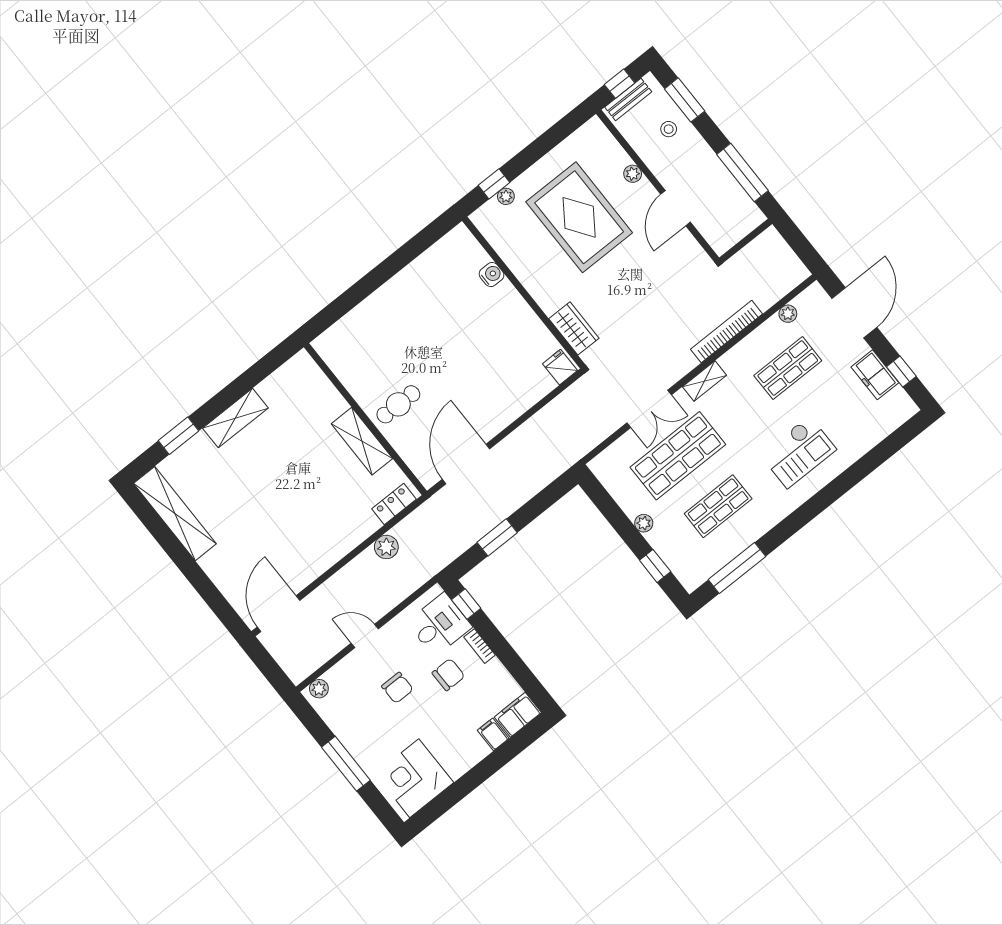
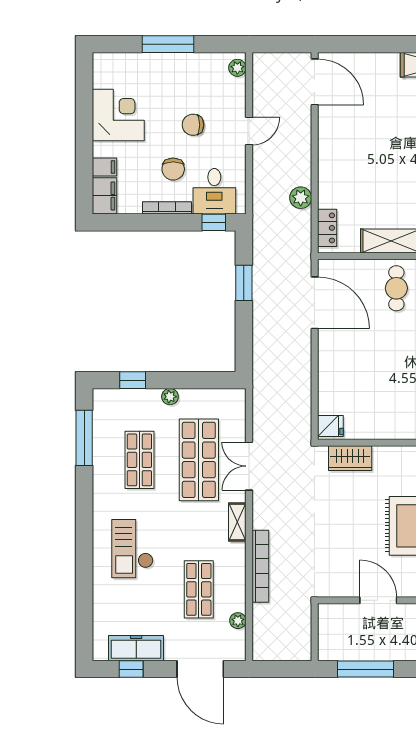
freezer: (875, 375) -> (136, 648), width x1.40
bookcase: (480, 646) -> (167, 208), width x1.56
corner desk: (414, 778) -> (118, 115), moved

